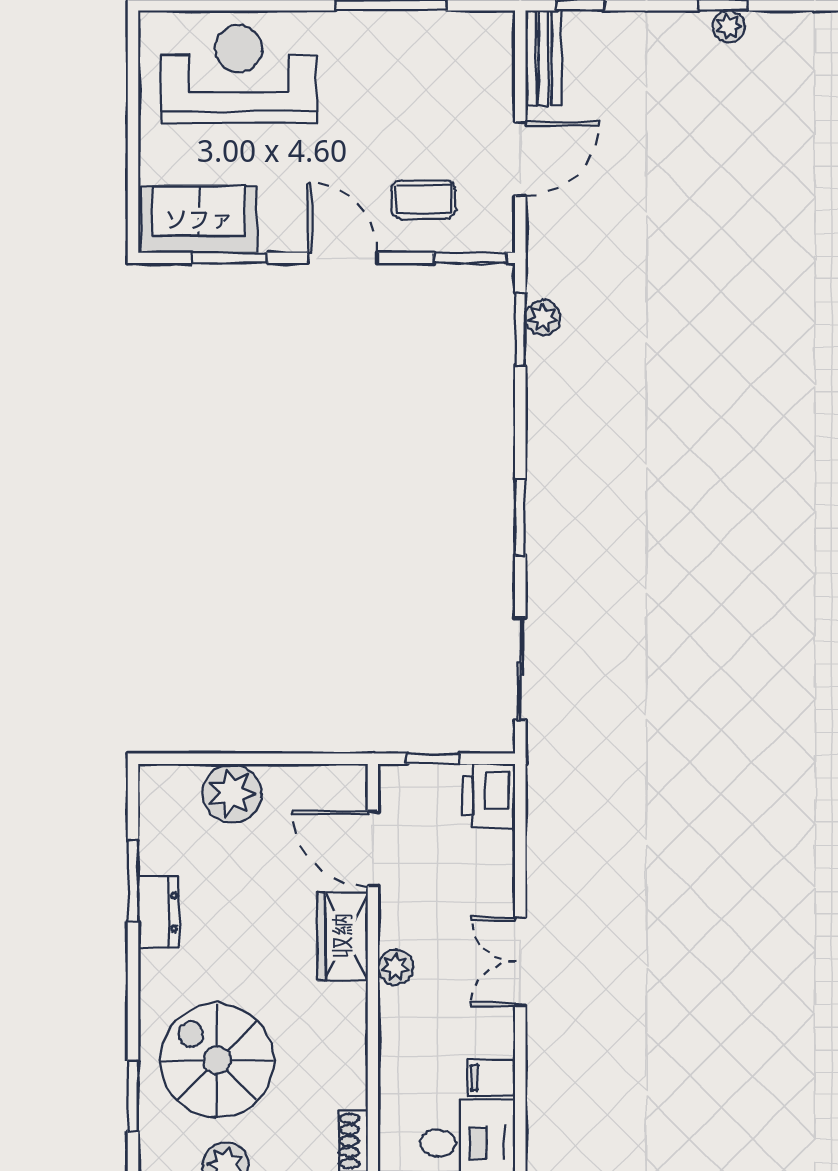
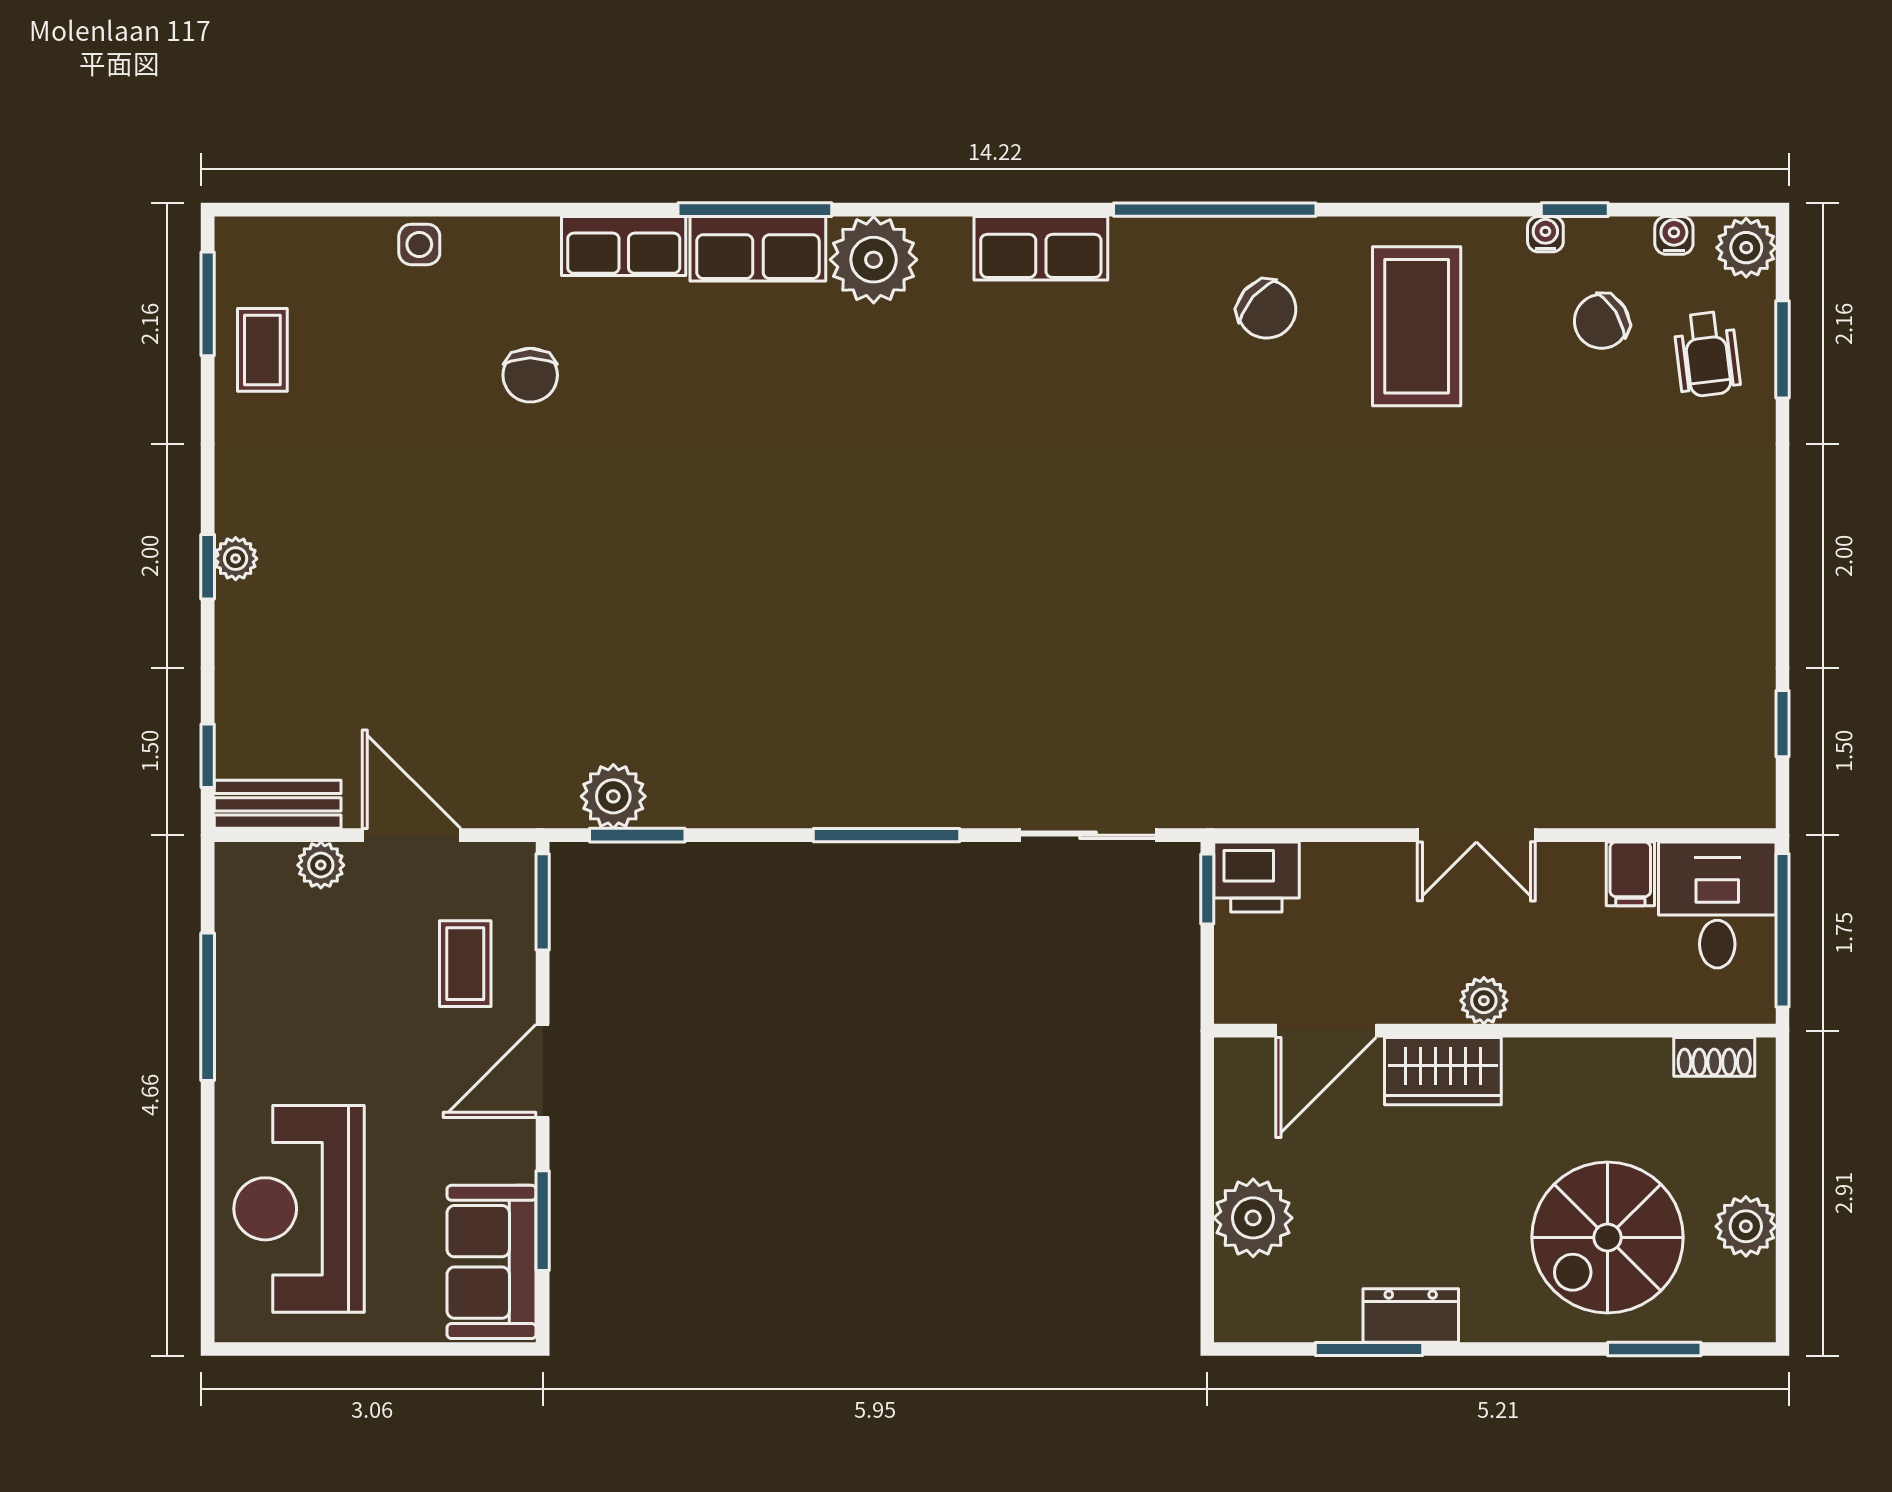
plant: (498, 91) -> (321, 865), added
plant: (543, 318) -> (613, 796), width x1.38, depth x1.38
window: (520, 517) -> (887, 835), width x1.44
window: (433, 759) -> (1207, 889), moved

